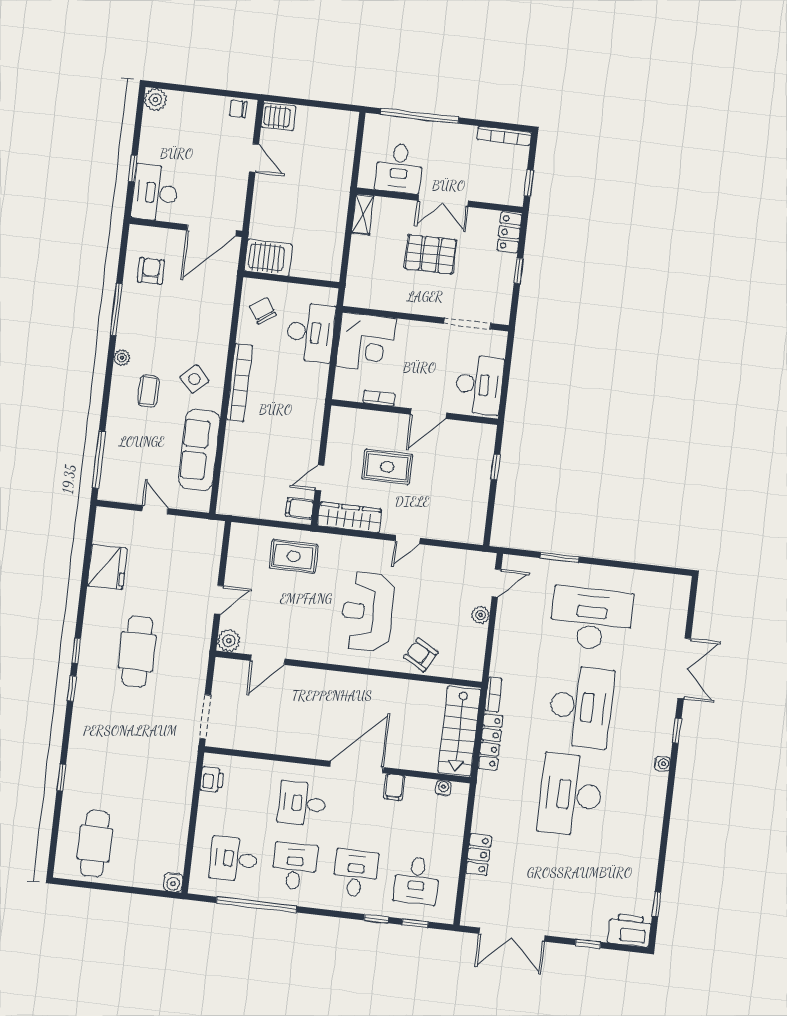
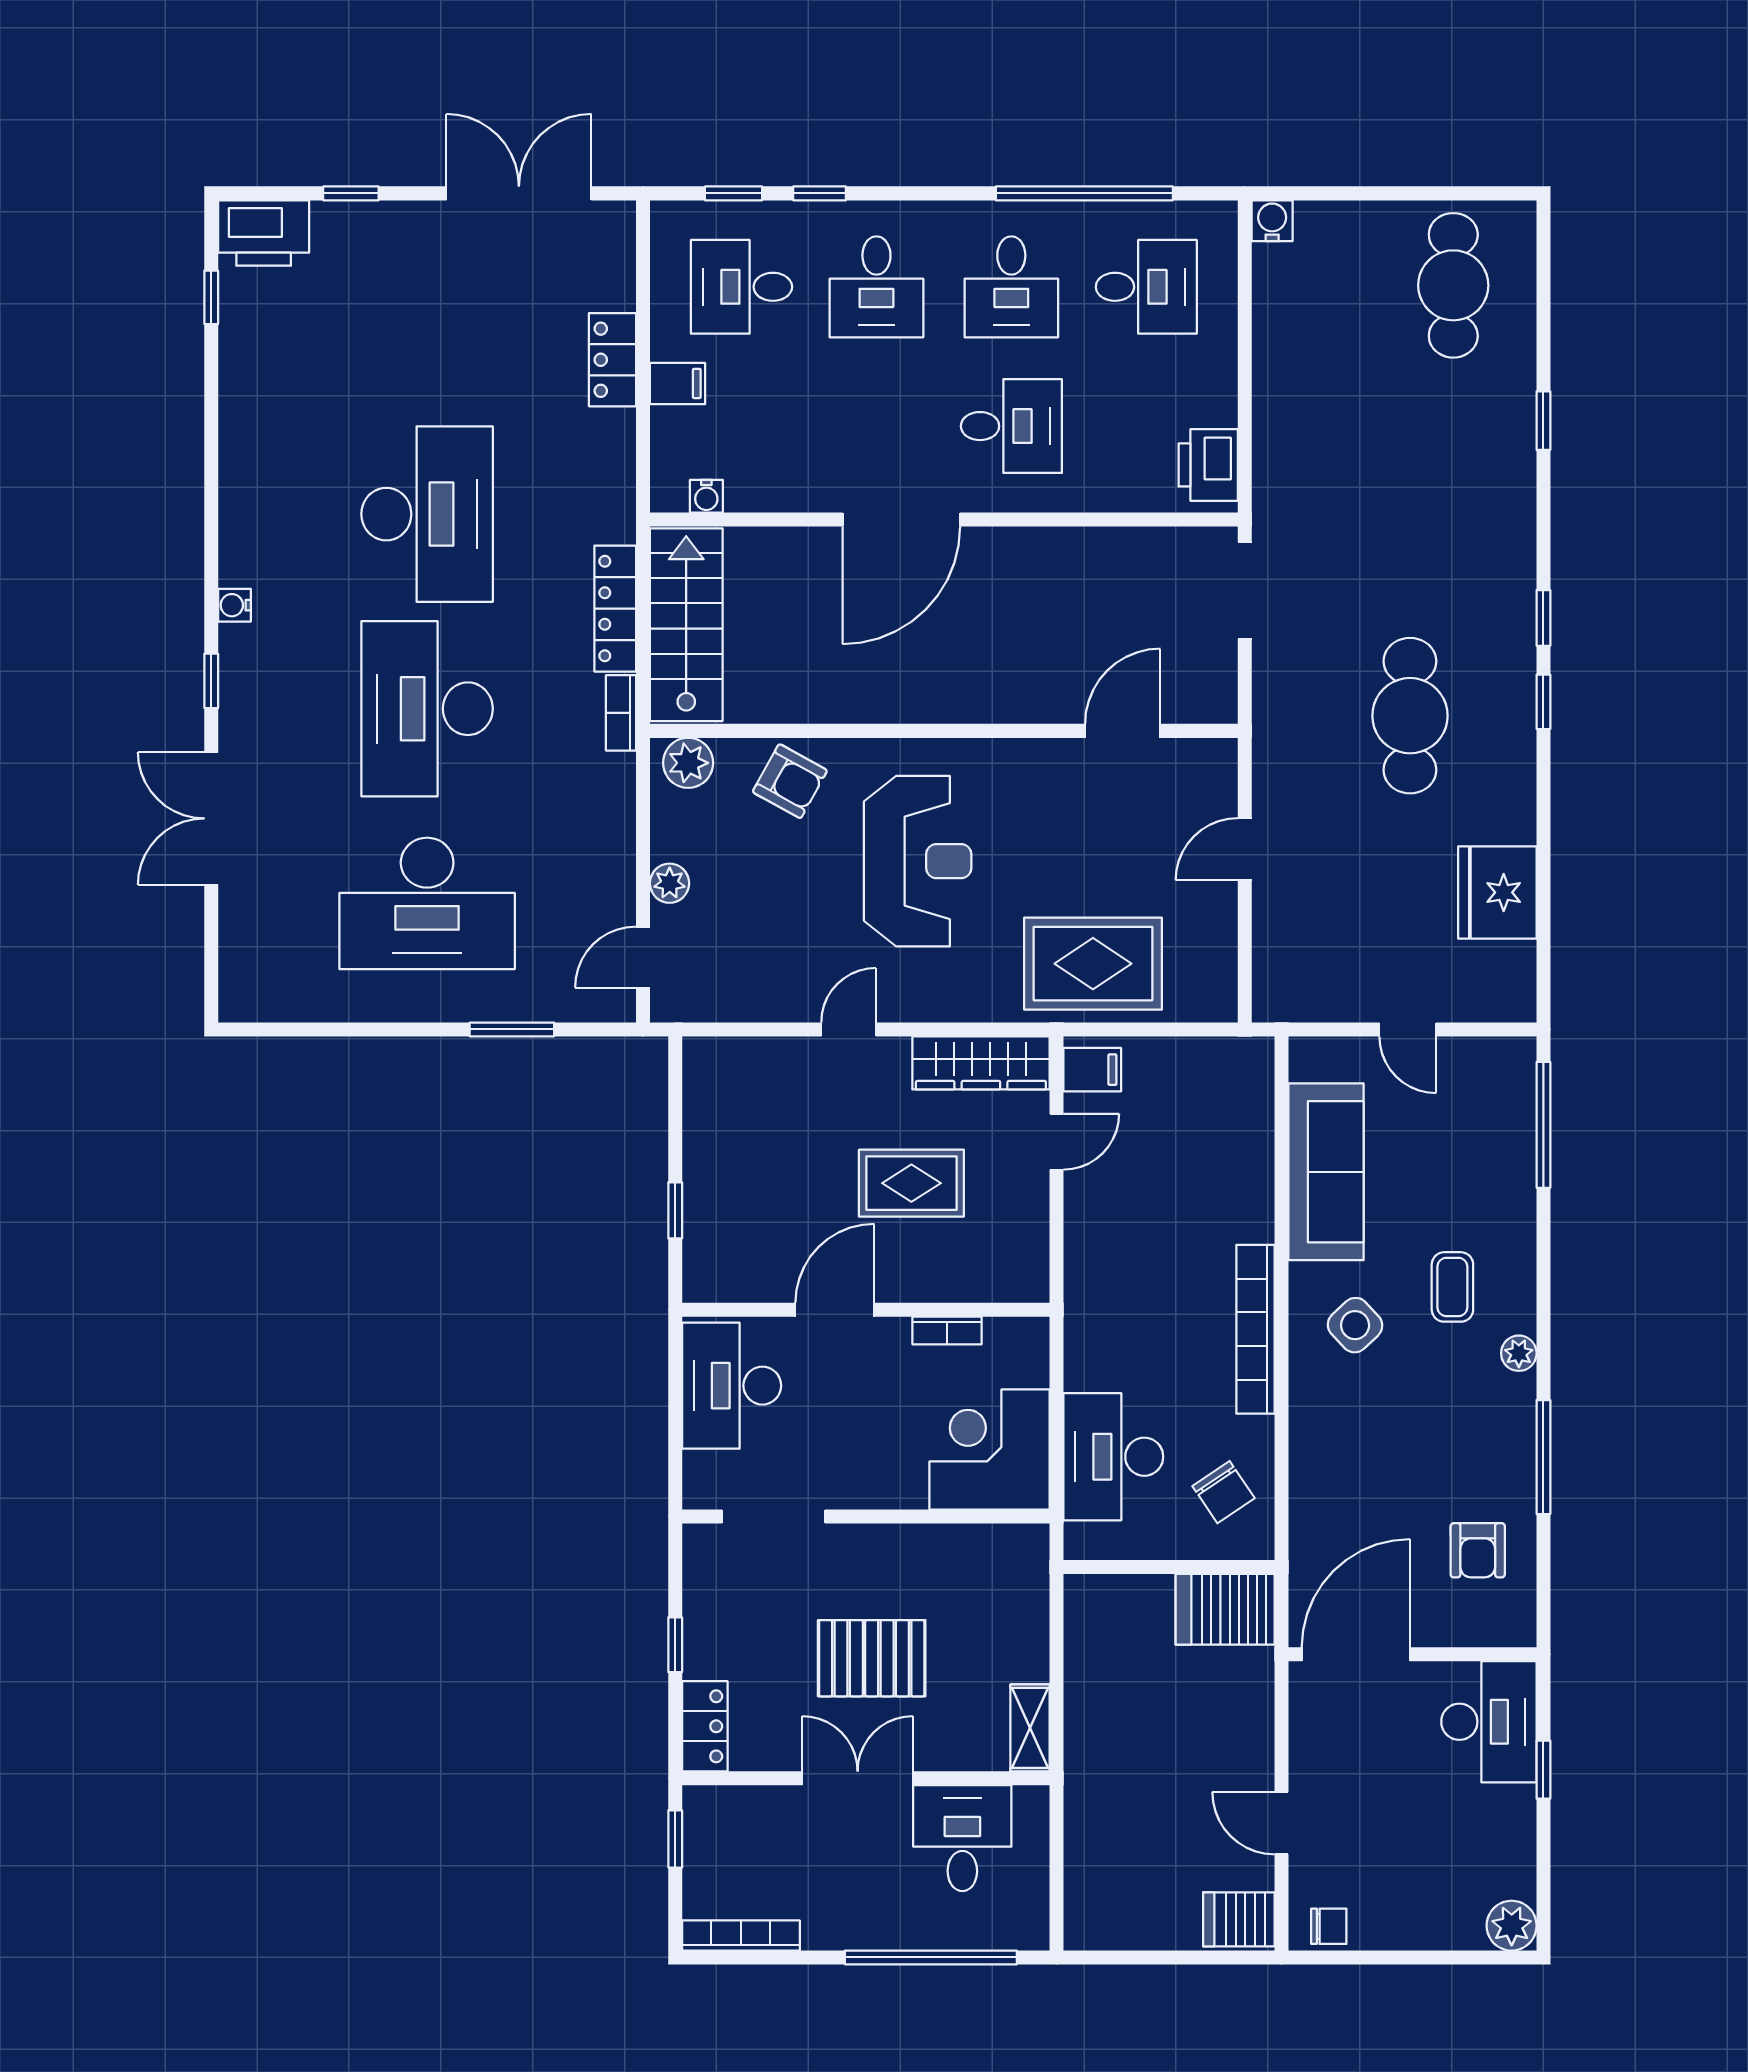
rug: (294, 556) -> (1093, 964), width x1.36, depth x1.43
plant: (229, 641) -> (688, 763), moved
printer: (212, 779) -> (1208, 465), width x1.36, depth x1.24
filing cabinet: (394, 787) -> (677, 383), moved, turned 90
desk: (416, 881) -> (741, 287), turned -90

